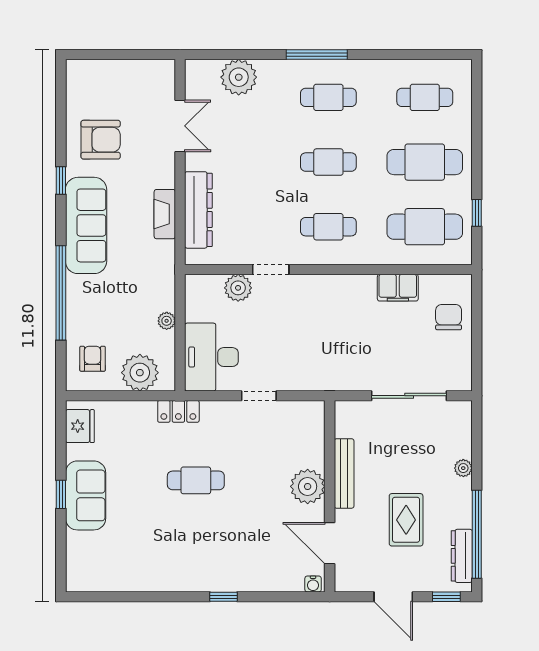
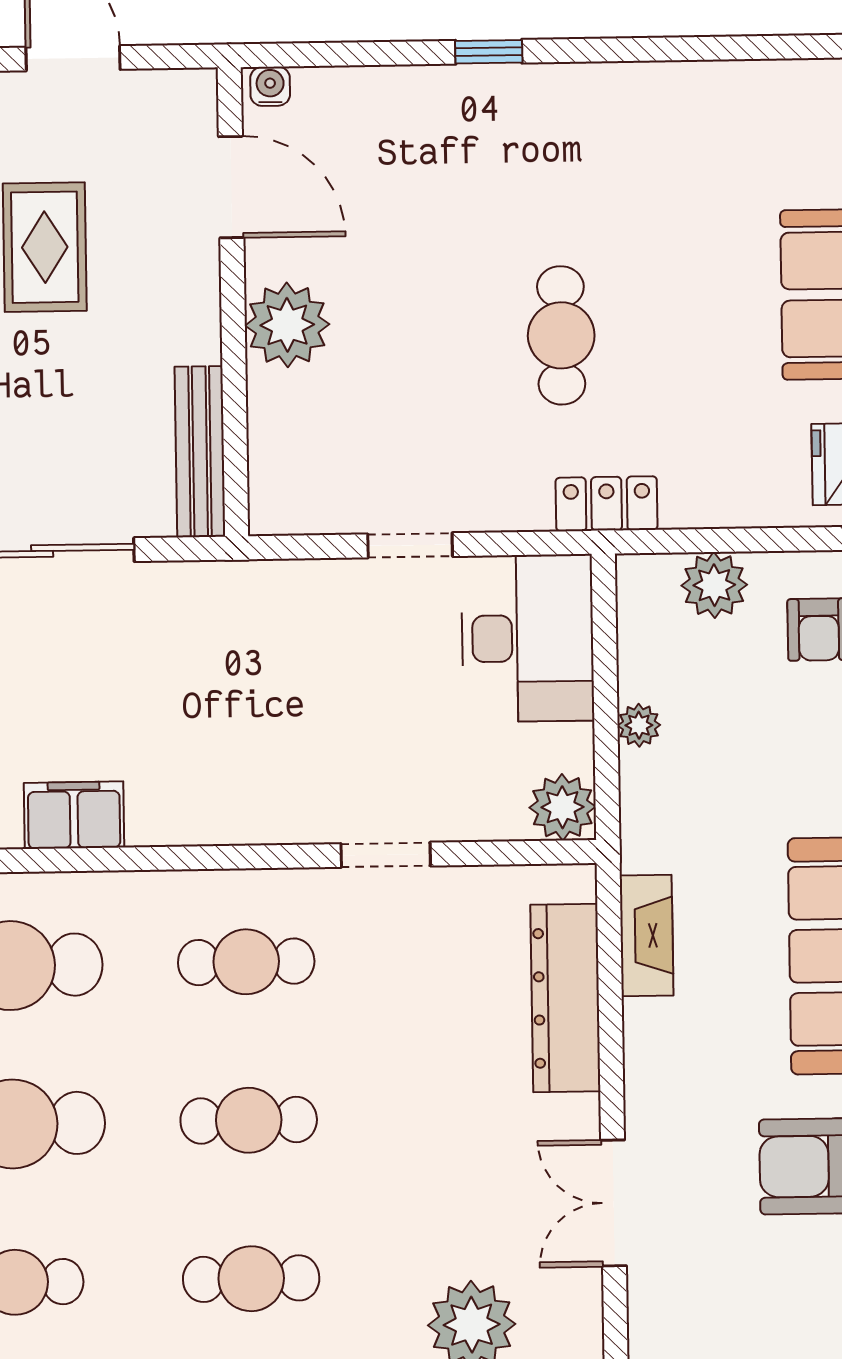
fireplace: (165, 214) -> (647, 935), moved
plant: (238, 288) -> (562, 807), moved
plant: (140, 373) -> (714, 585), width x0.73, depth x0.73
bench: (344, 473) -> (200, 452), moved
cafe table: (196, 480) -> (561, 335), turned 90

